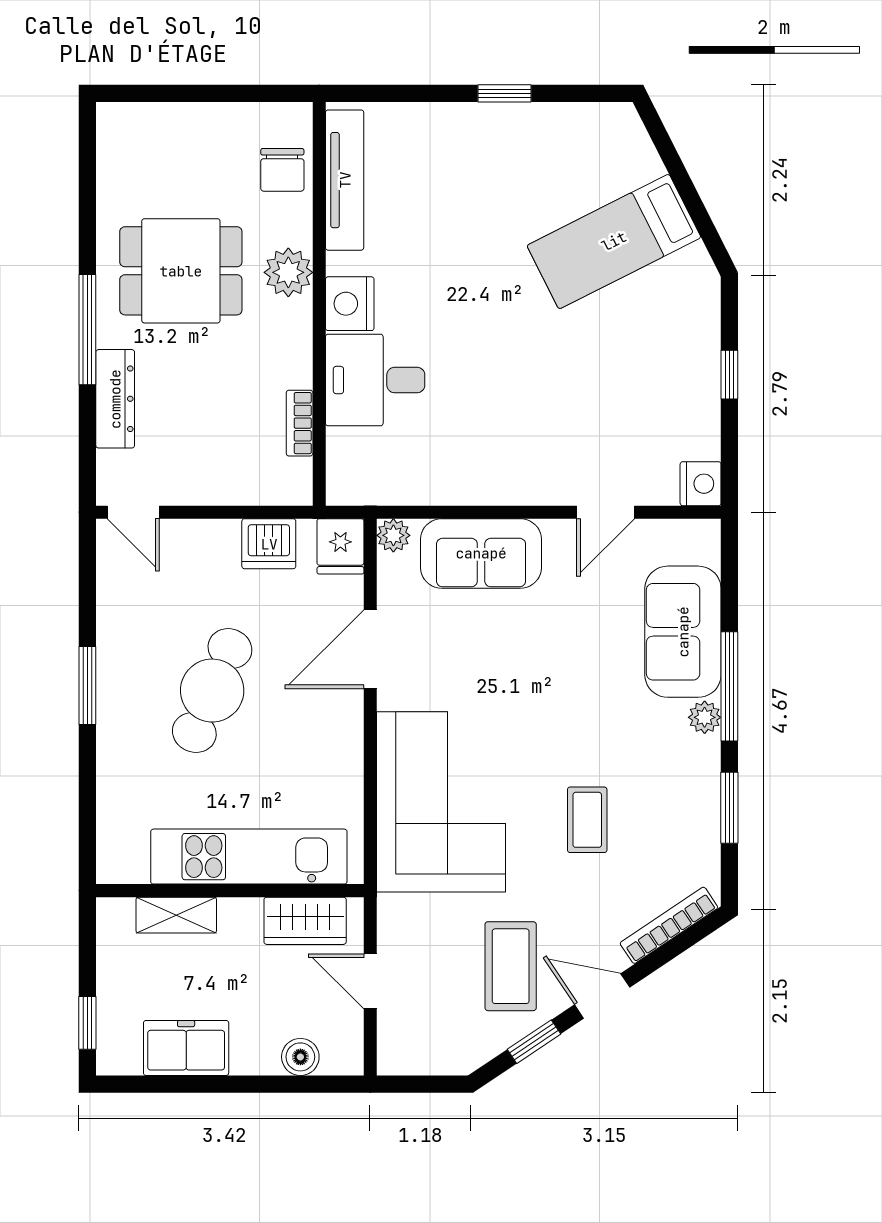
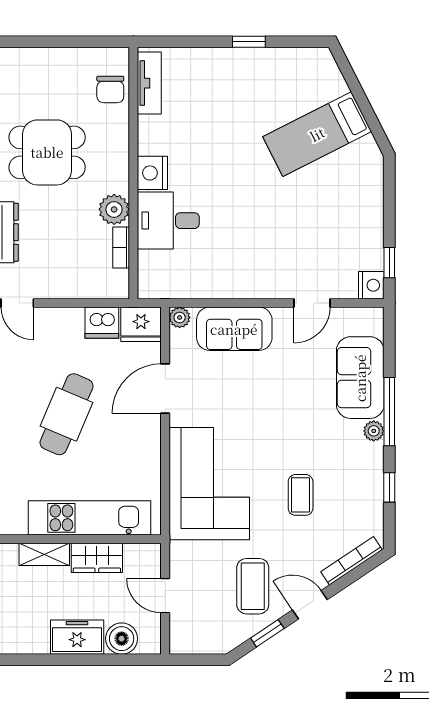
tv unit: (345, 180) -> (149, 83), width x0.71
plant: (288, 272) -> (114, 209), moved
window: (729, 375) -> (389, 263), moved
fridge: (340, 546) -> (141, 324), width x1.38
window: (729, 808) -> (389, 487), width x0.67
wardrobe: (305, 921) -> (97, 558), moved
freezer: (186, 1048) -> (77, 637), moved
boiler: (300, 1057) -> (122, 639), width x1.36, depth x1.36

